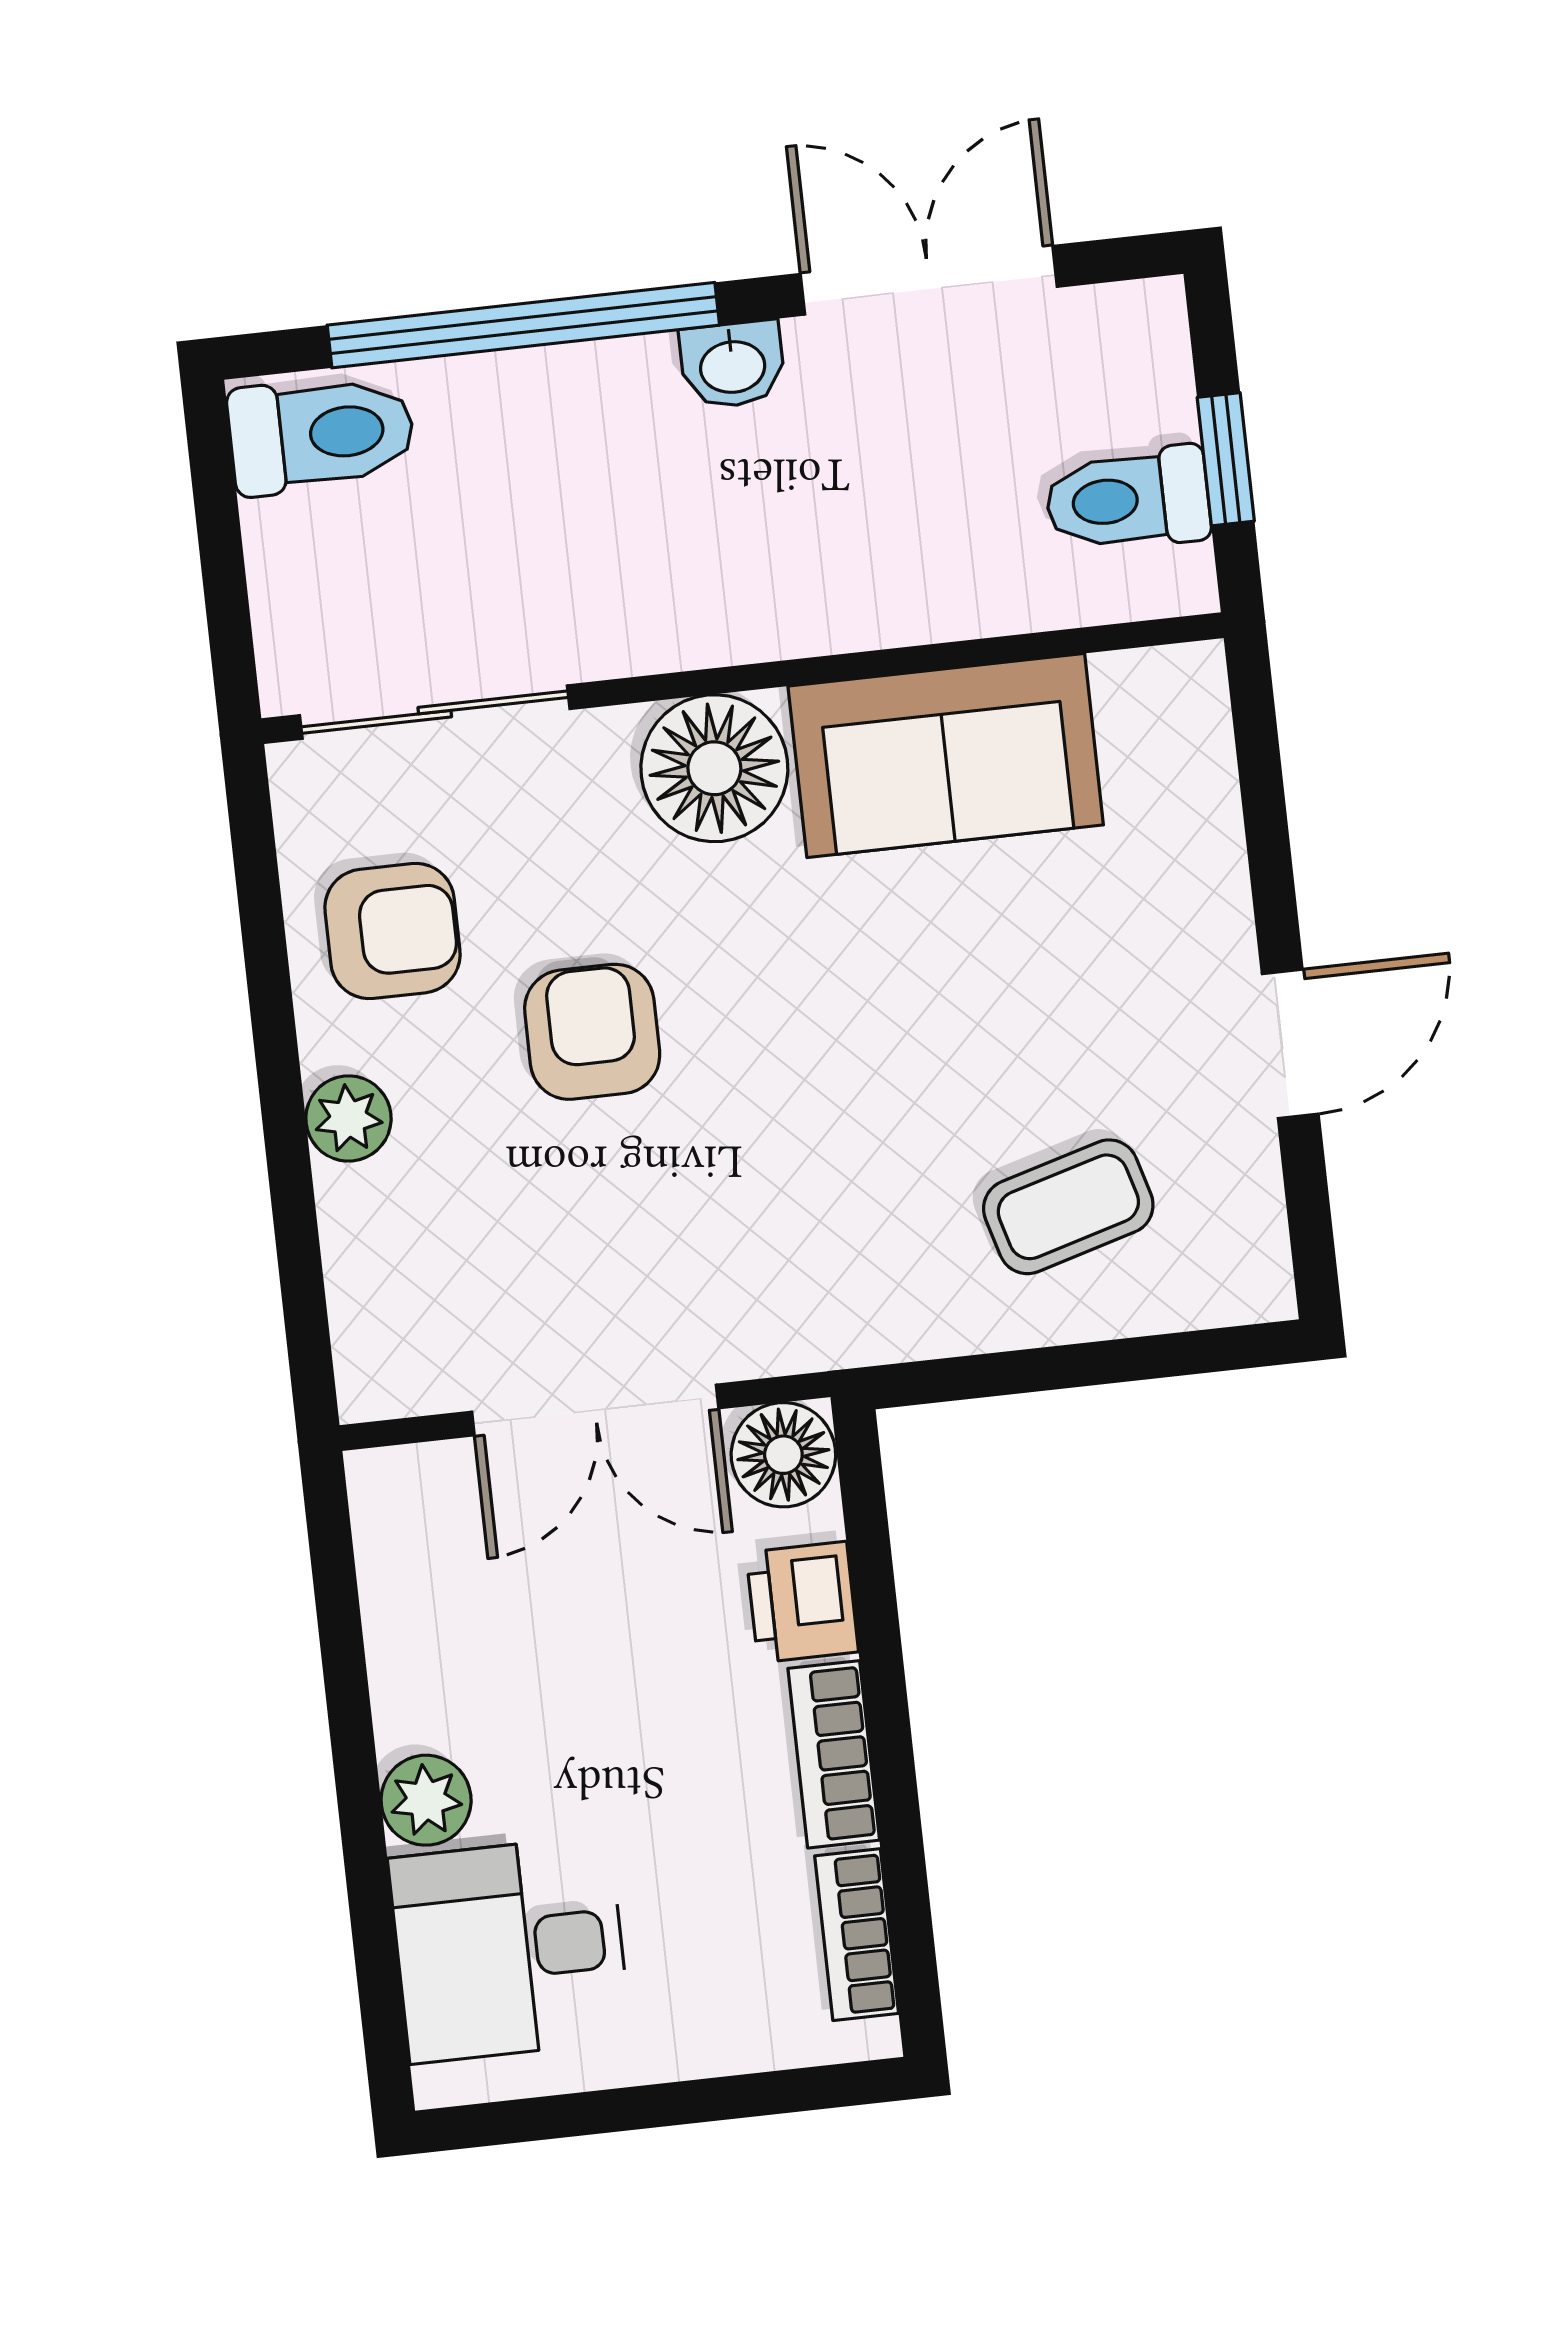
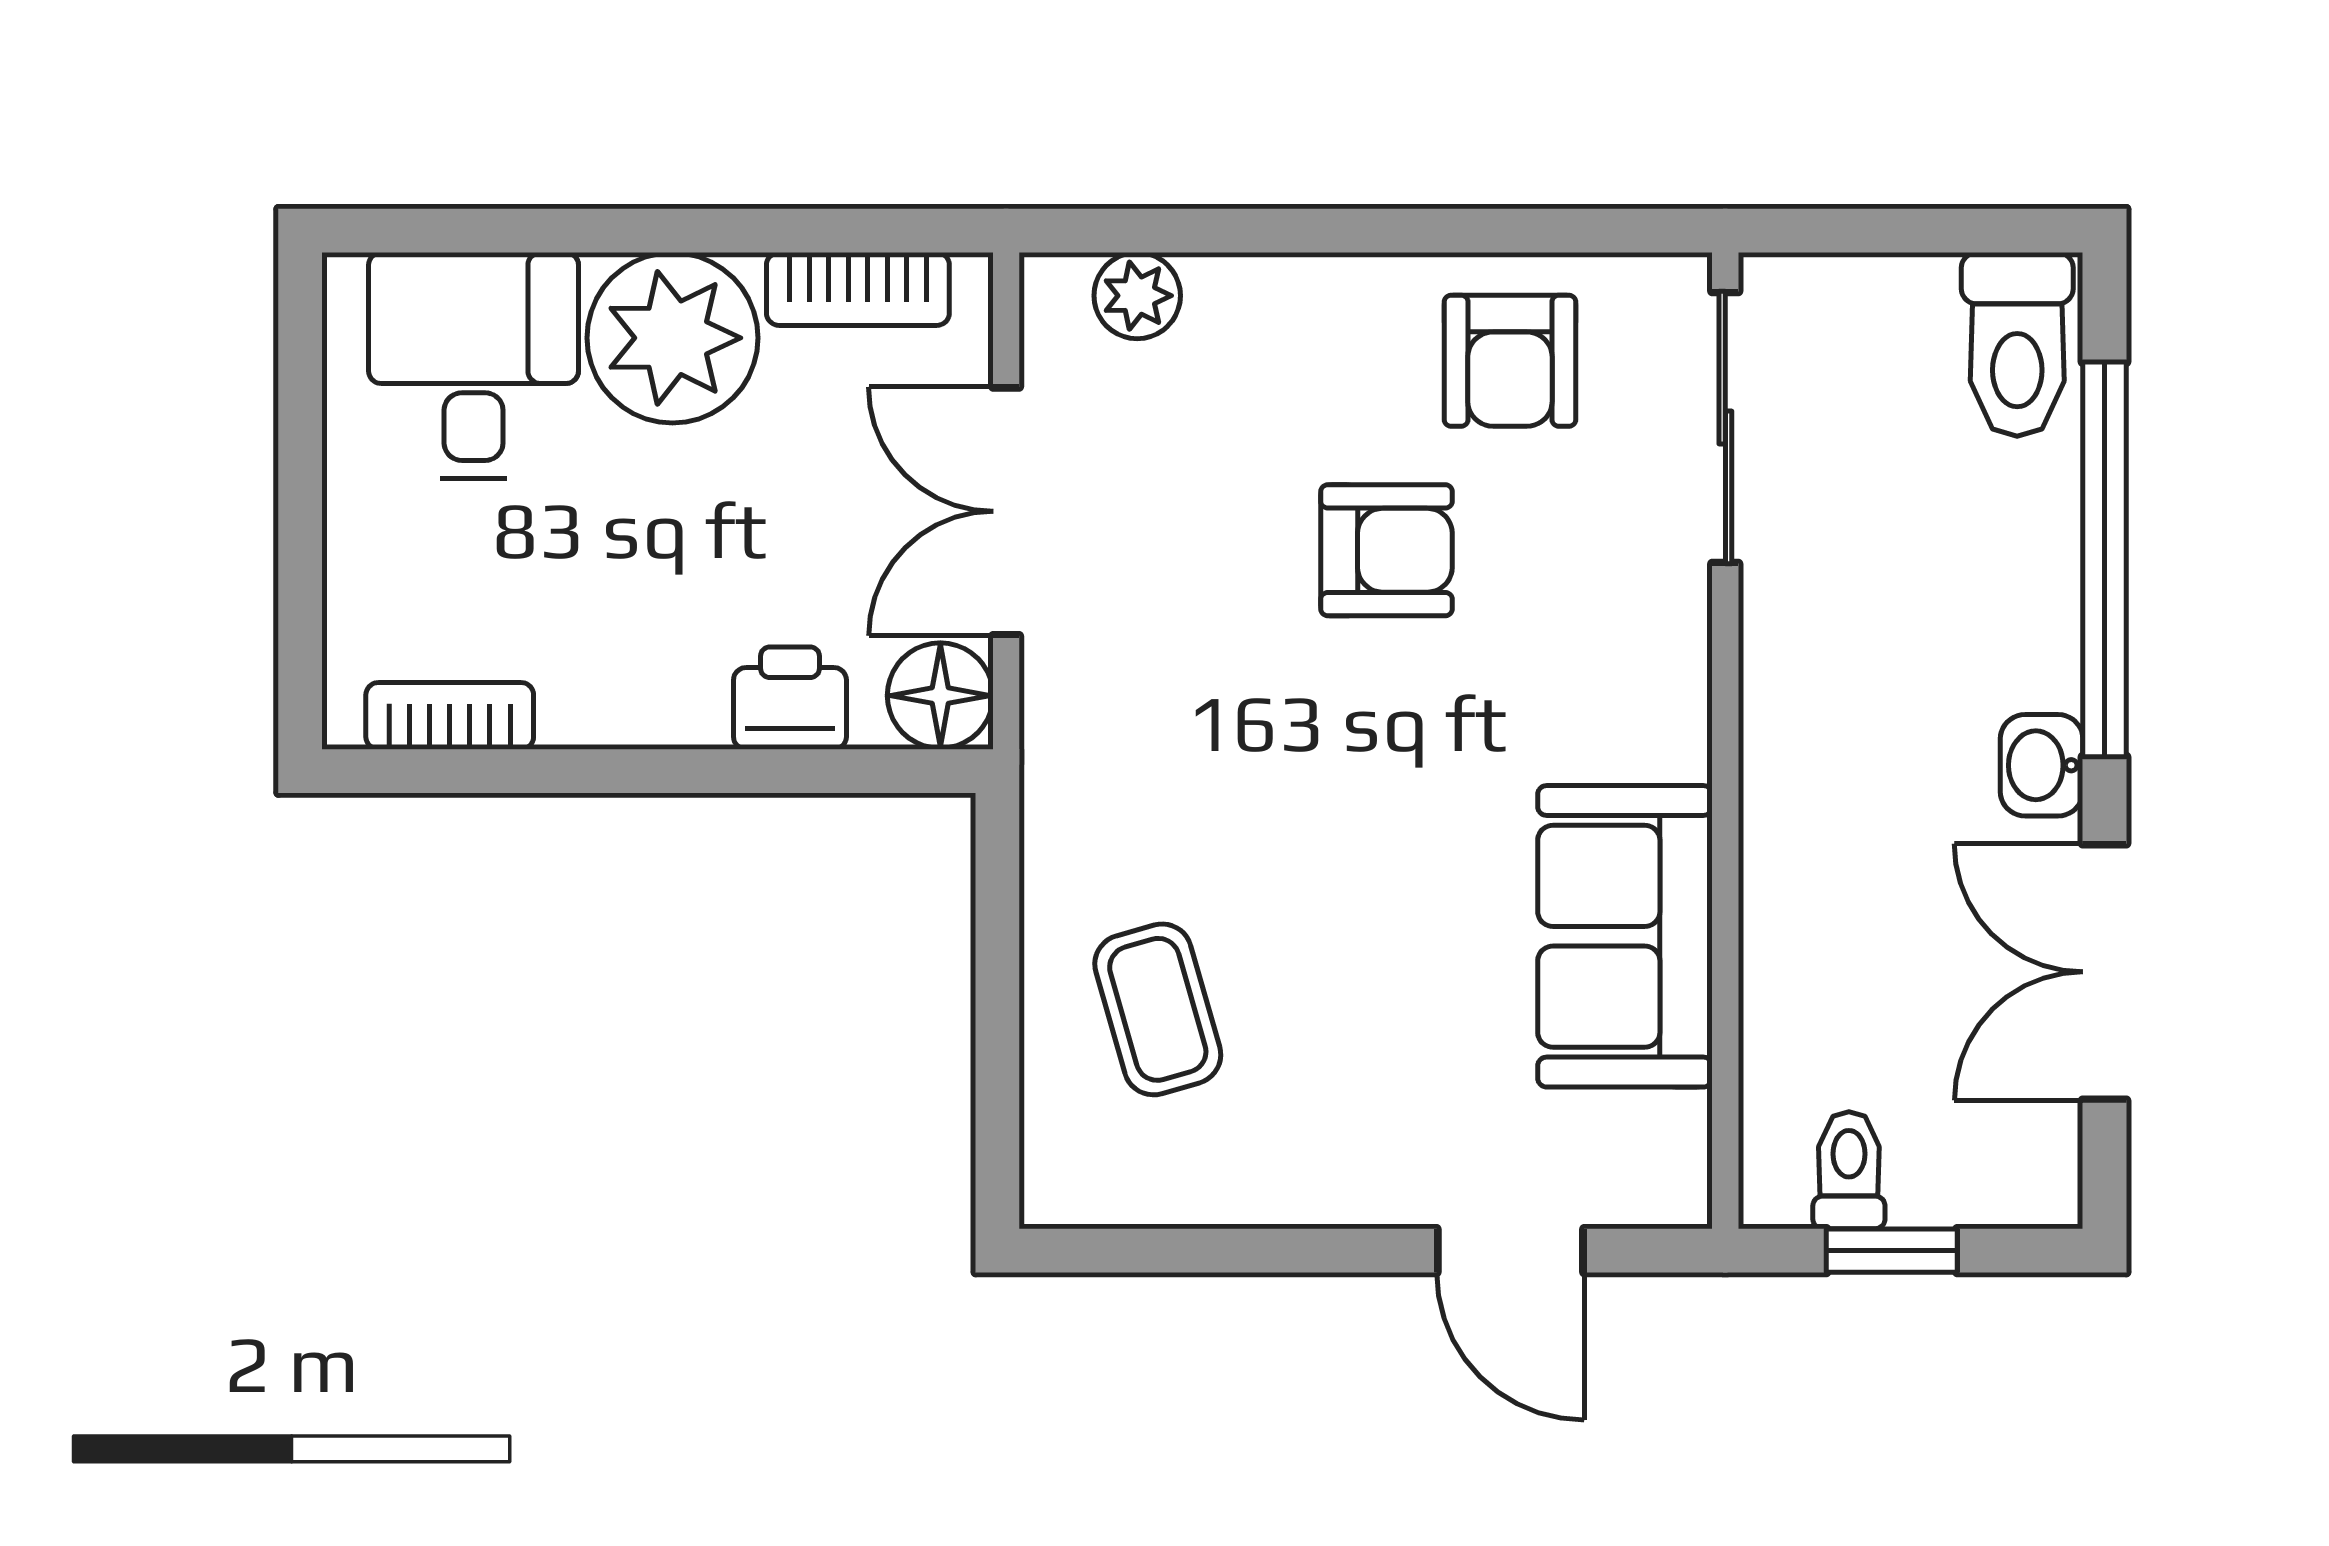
double door: (929, 280) -> (2105, 972), swing flipped
toilet: (1128, 499) -> (1849, 1170), width x0.73, depth x0.72
floor lamp: (714, 768) -> (1638, 702), removed
door: (1290, 1044) -> (1510, 1251), moved
plant: (348, 1119) -> (1137, 296), moved
bookcase: (834, 1754) -> (858, 289), moved, turned 180
plant: (426, 1800) -> (672, 338), width x1.87, depth x1.87

